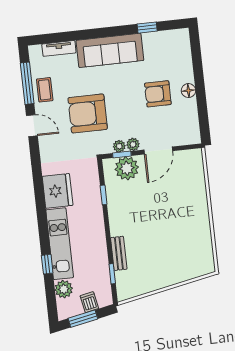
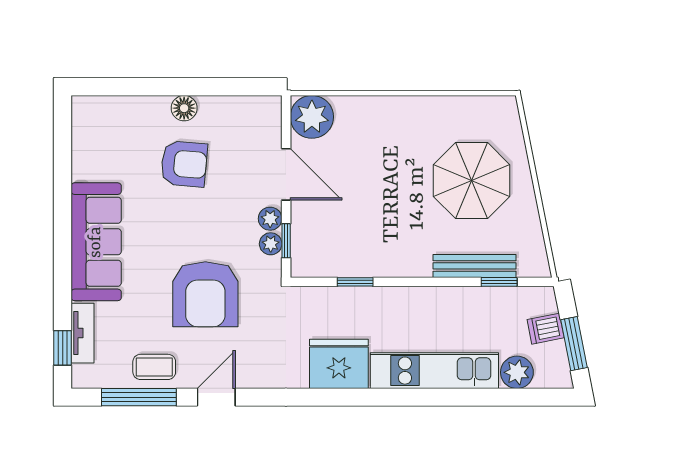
window: (147, 28) -> (63, 348), moved
armchair: (158, 94) -> (184, 164), turned -85
plant: (127, 168) -> (312, 117), moved
bench: (119, 253) -> (475, 266), width x1.36
parasol: (166, 253) -> (472, 181), added
window: (47, 264) -> (469, 397), removed

